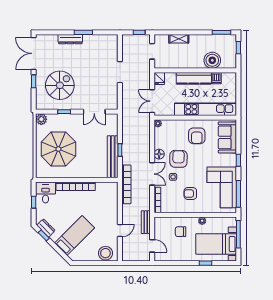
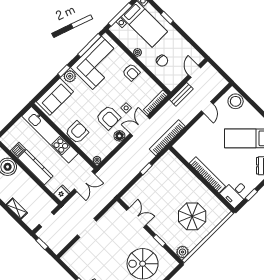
armchair: (197, 136) -> (77, 132), moved
parasol: (58, 149) -> (192, 216), width x0.73, depth x0.73
bench: (113, 157) -> (157, 169), removed
armchair: (178, 159) -> (108, 118), turned -91
plant: (231, 161) -> (70, 76), added
armchair: (190, 194) -> (131, 72), moved
door: (120, 230) -> (207, 108), swing flipped

